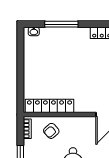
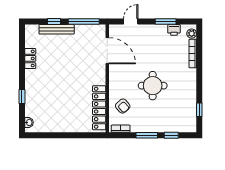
window: (61, 24) -> (22, 96), width x0.46

